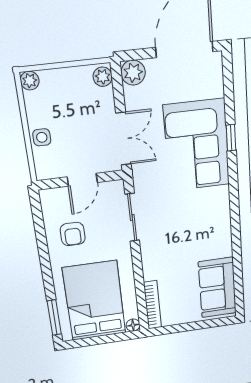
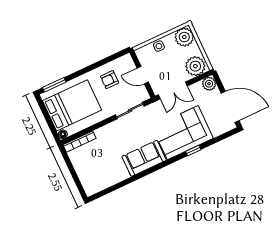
plant: (103, 77) -> (195, 66), width x1.88, depth x1.88
plant: (30, 81) -> (184, 37), width x1.87, depth x1.87
sofa: (217, 288) -> (144, 158), moved

